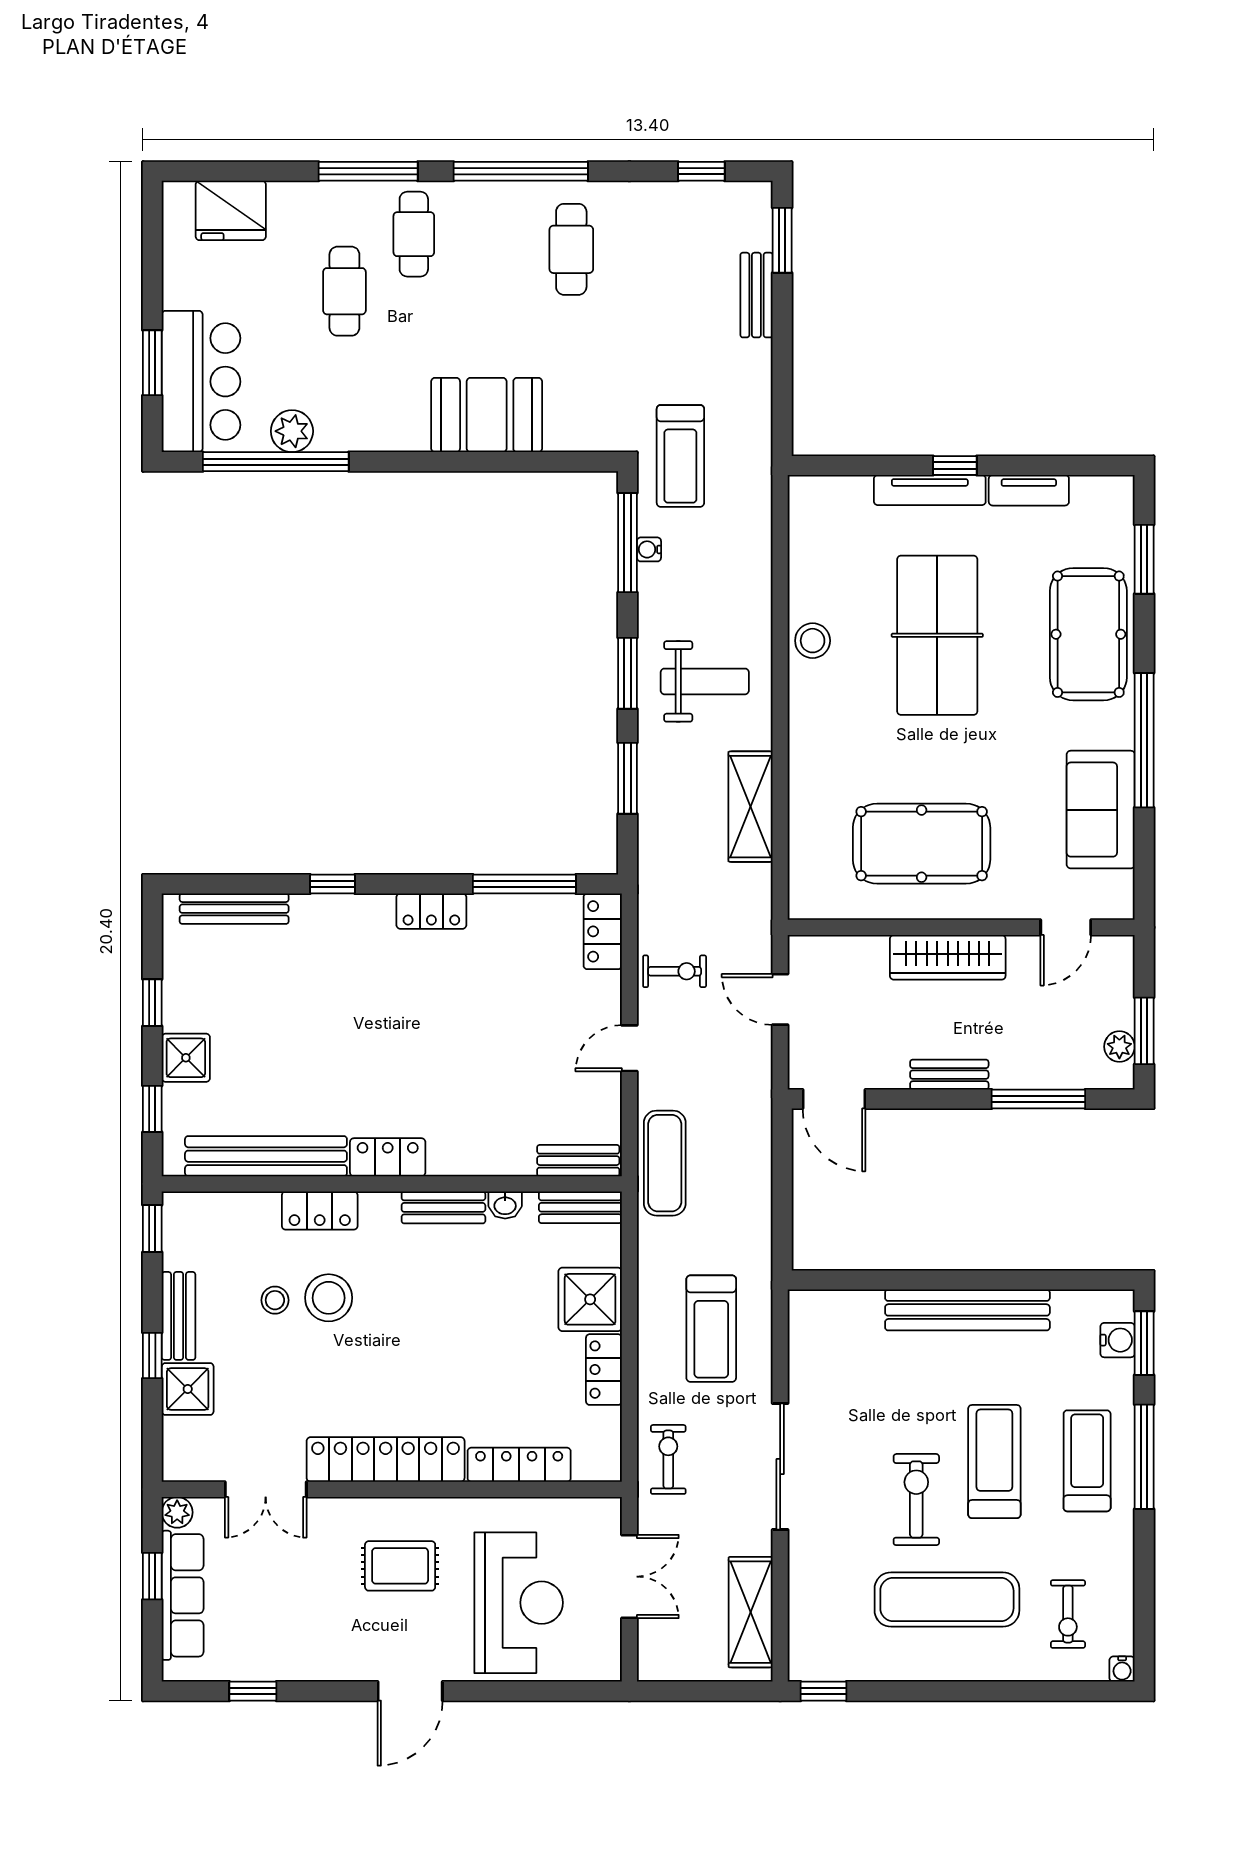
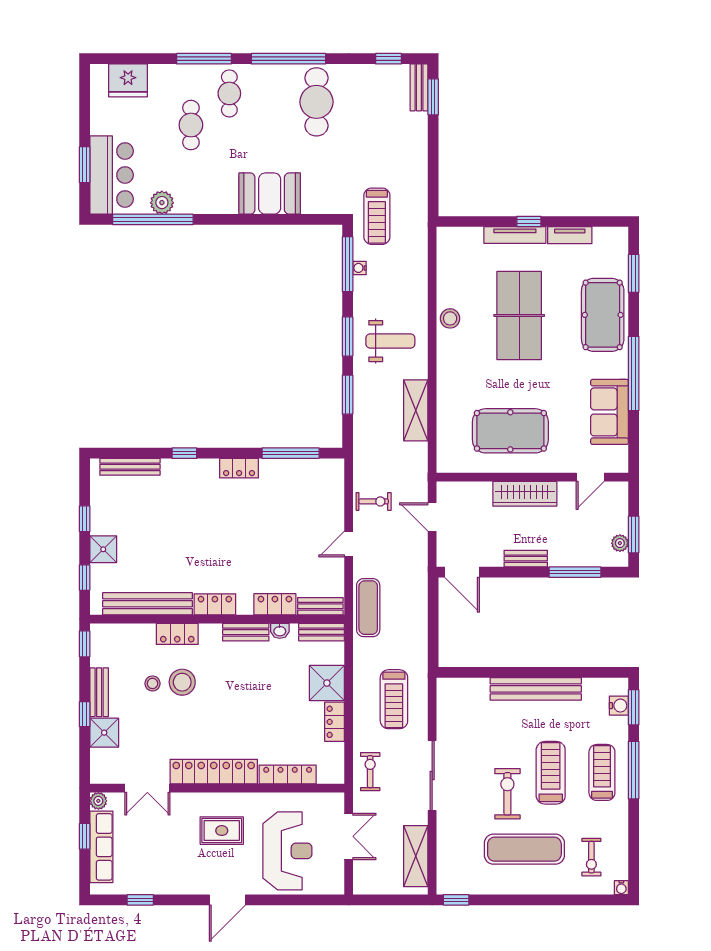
cafe table: (571, 249) -> (316, 102), width x1.37, depth x1.35
bench: (756, 295) -> (419, 87), moved
locker: (603, 931) -> (275, 604), moved, turned 90

